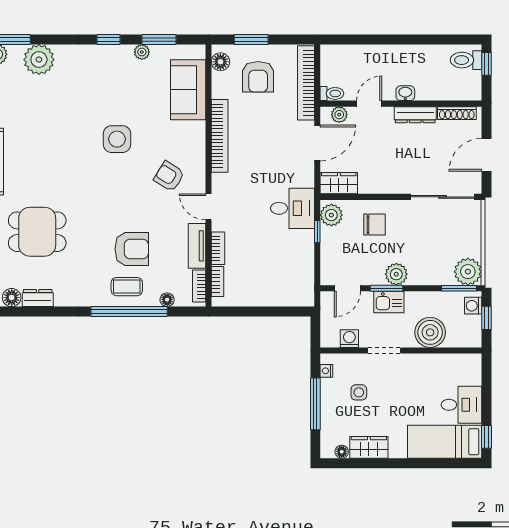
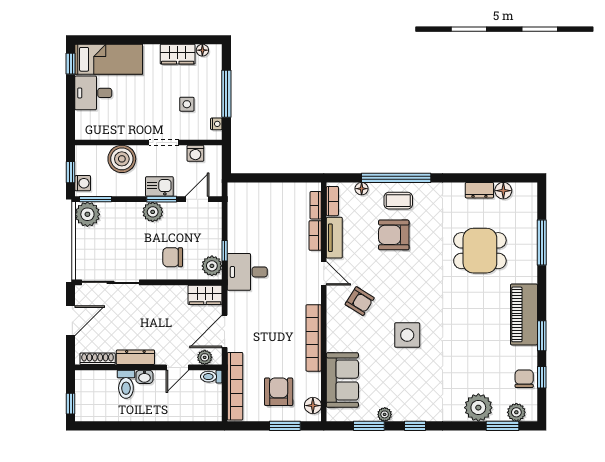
toilet: (466, 60) -> (126, 384), moved, turned 90

